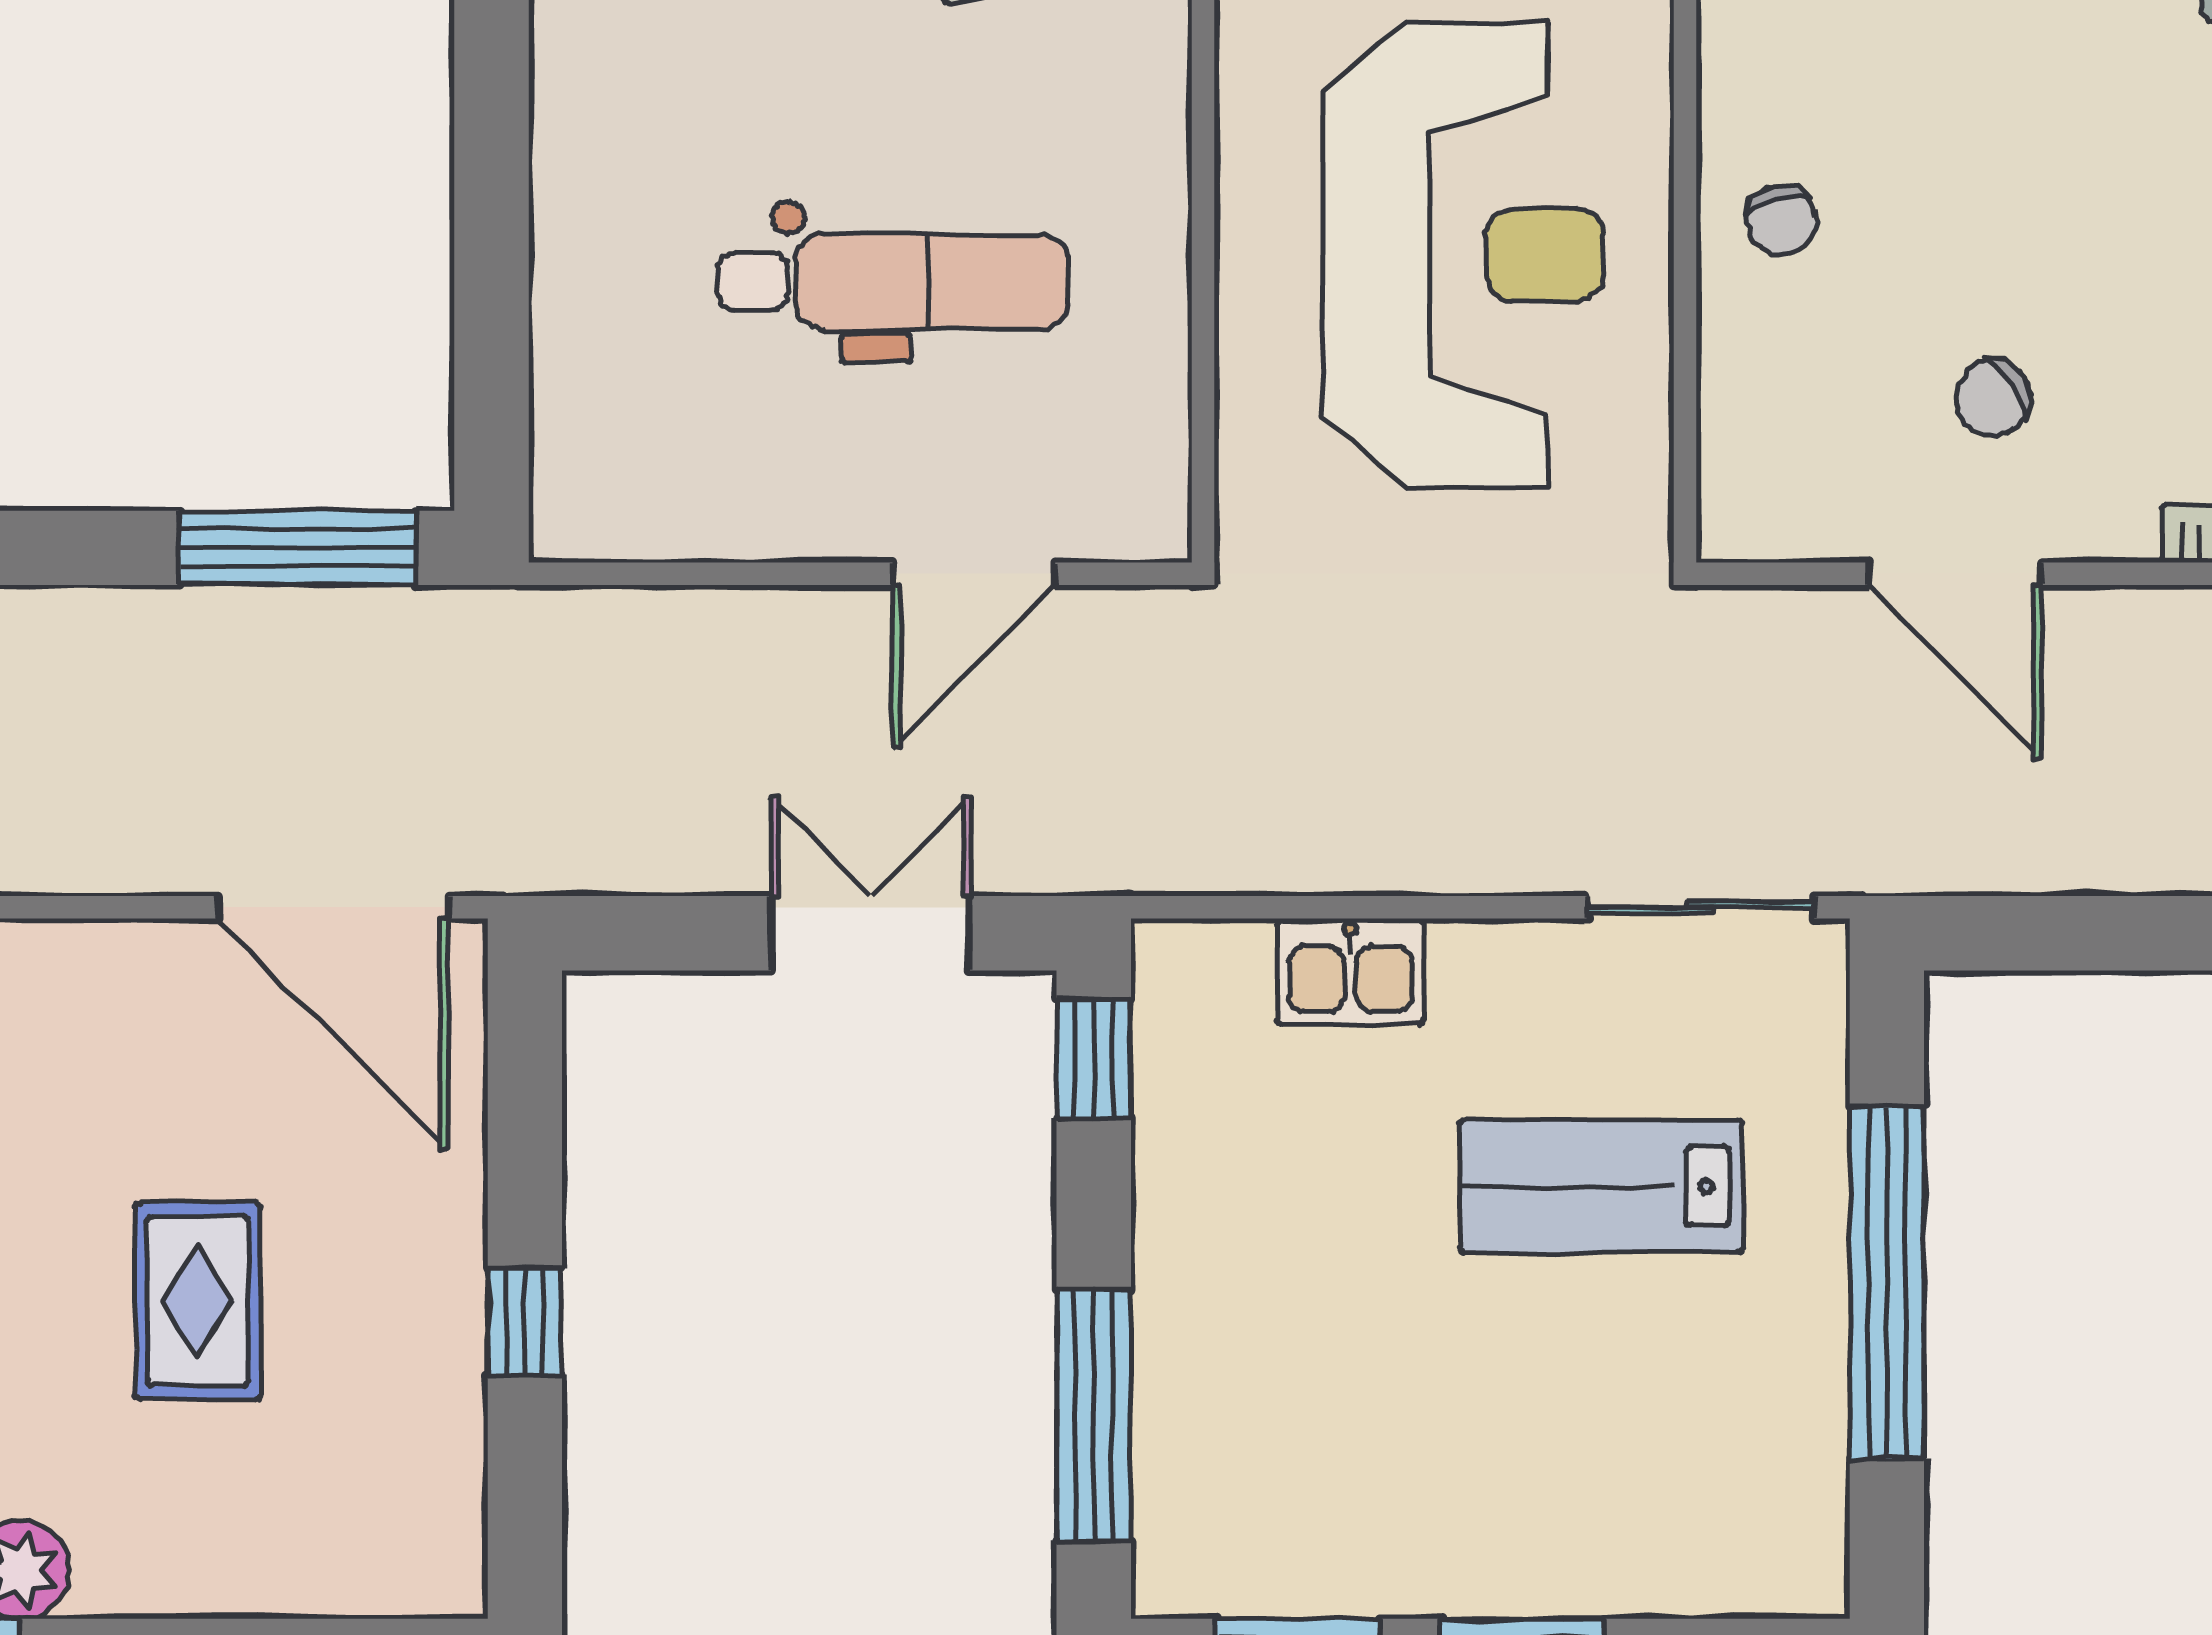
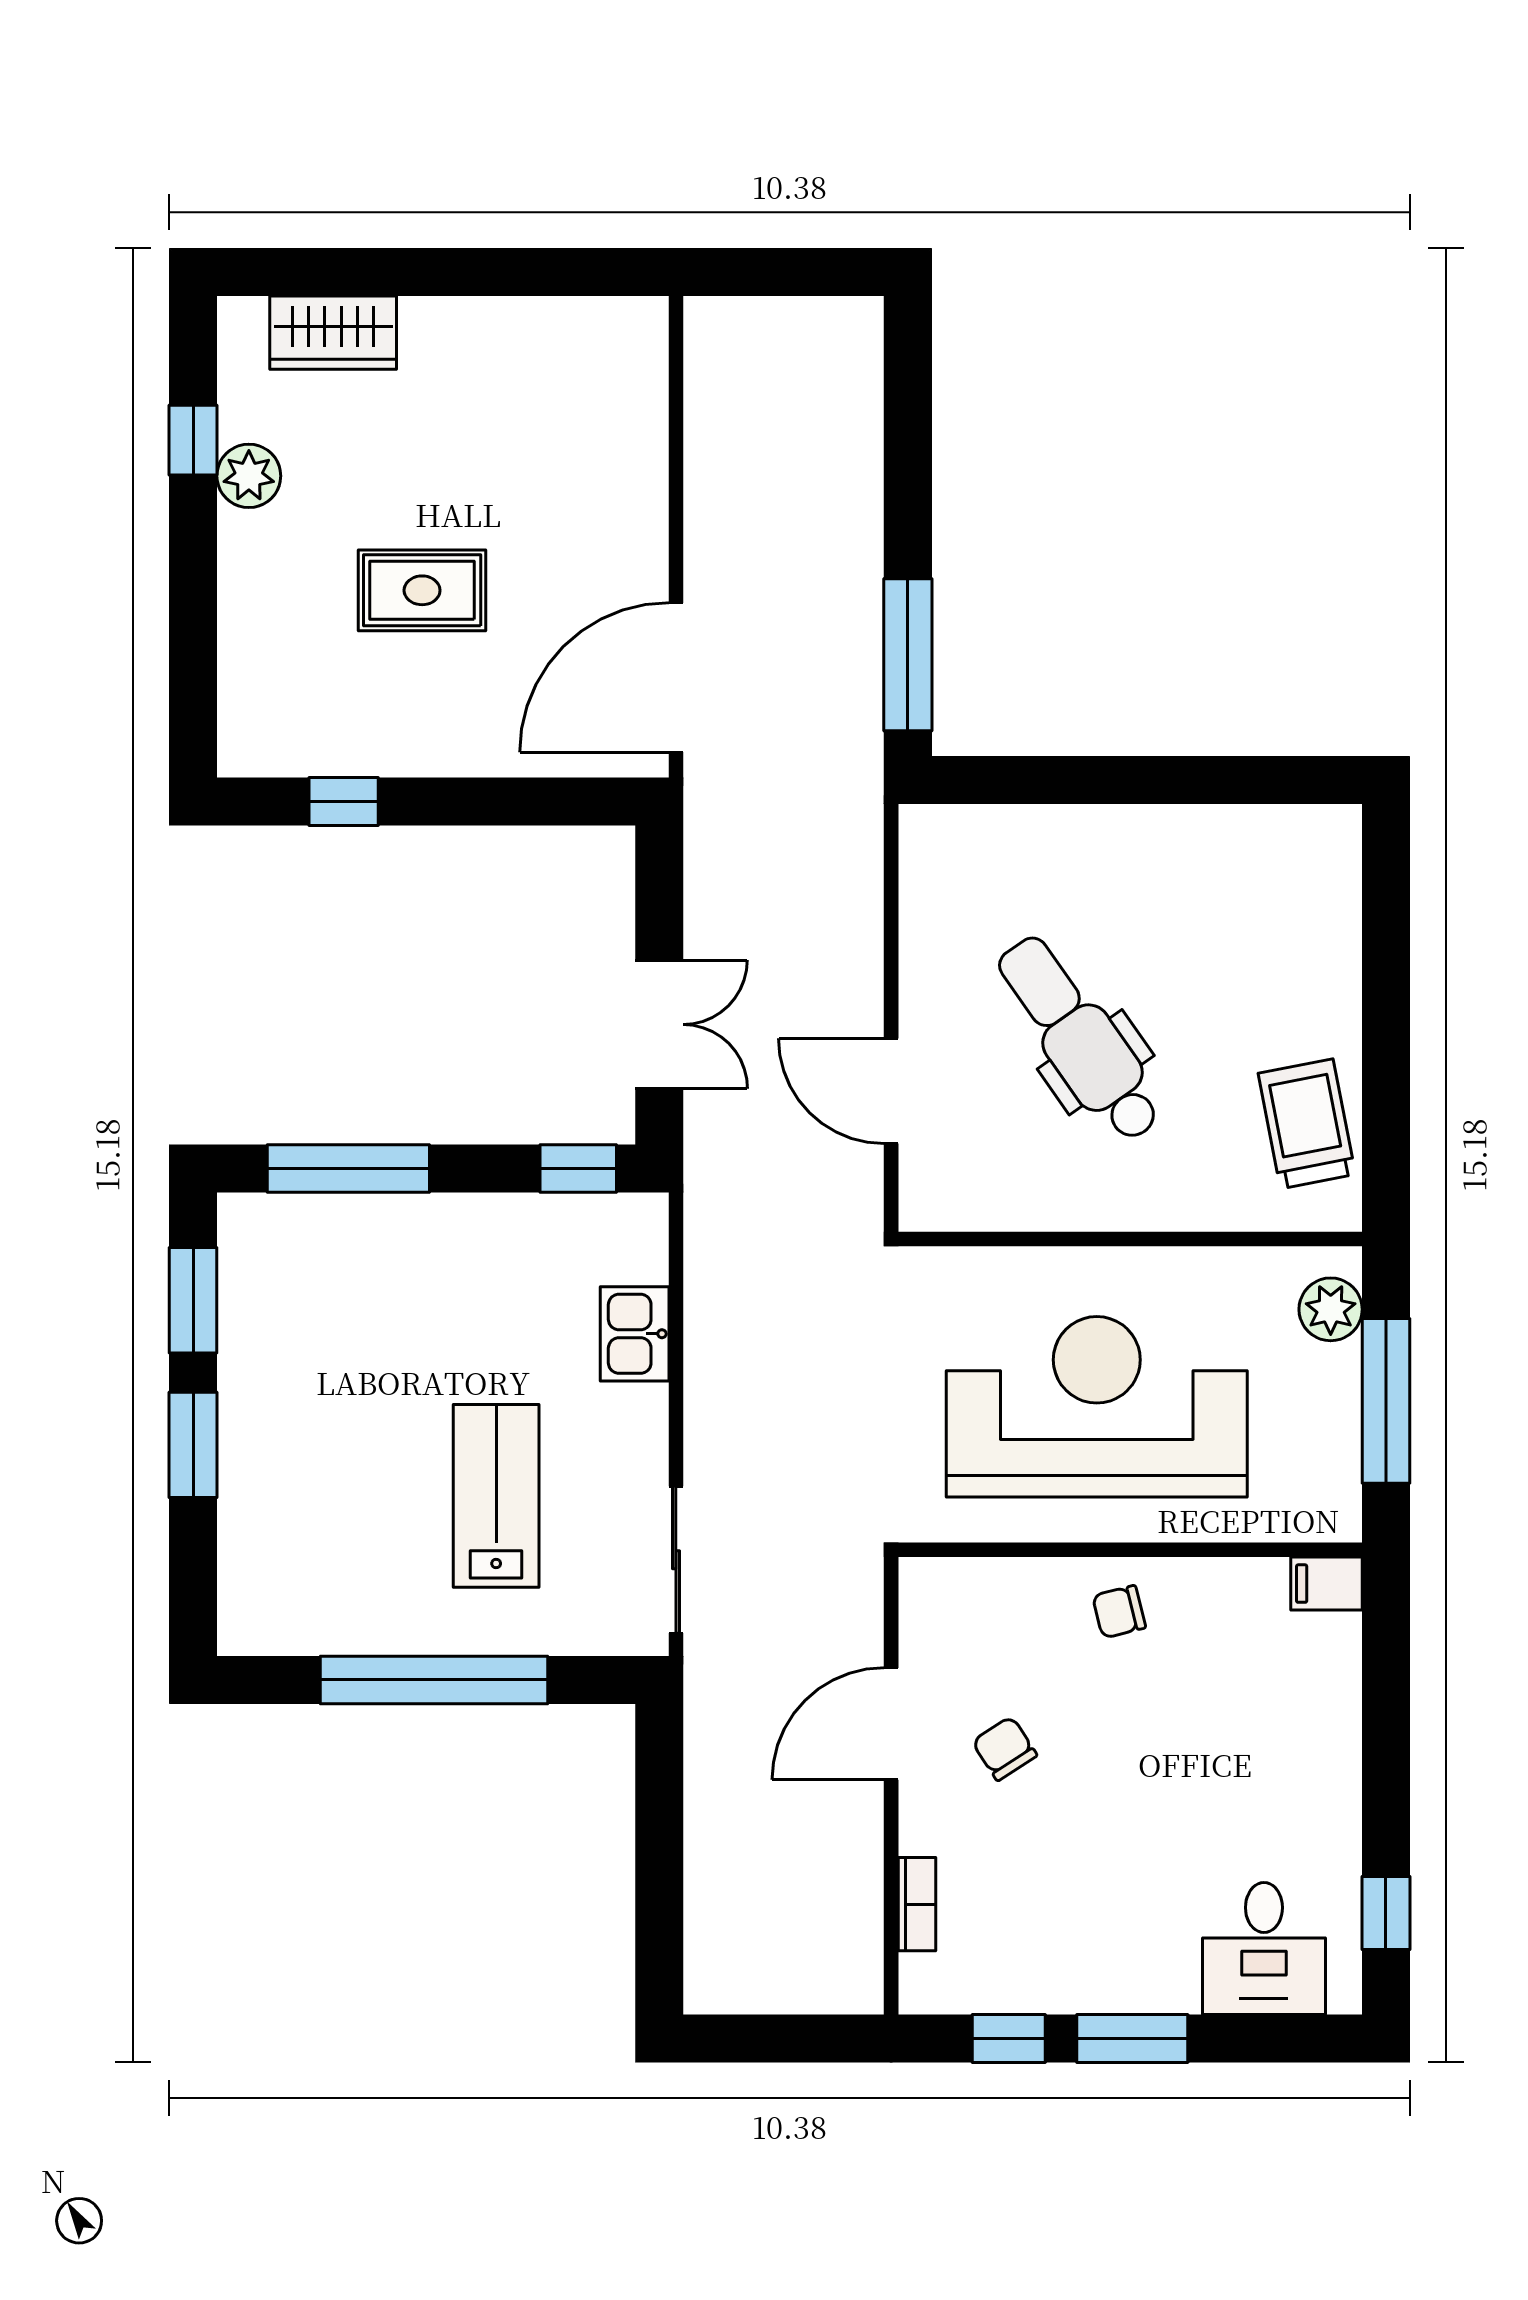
reception desk: (1463, 255) -> (1097, 1407), turned 180
dental chair: (893, 282) -> (1080, 1039), turned 145
window: (525, 1322) -> (344, 801), moved

